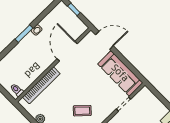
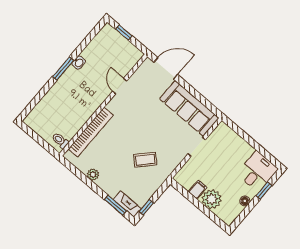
door: (67, 51) -> (120, 86), width x0.53

